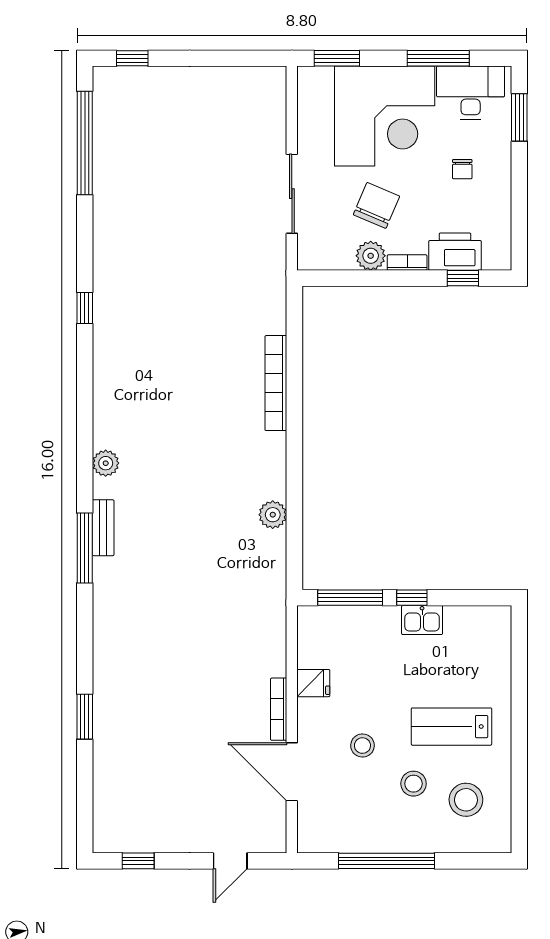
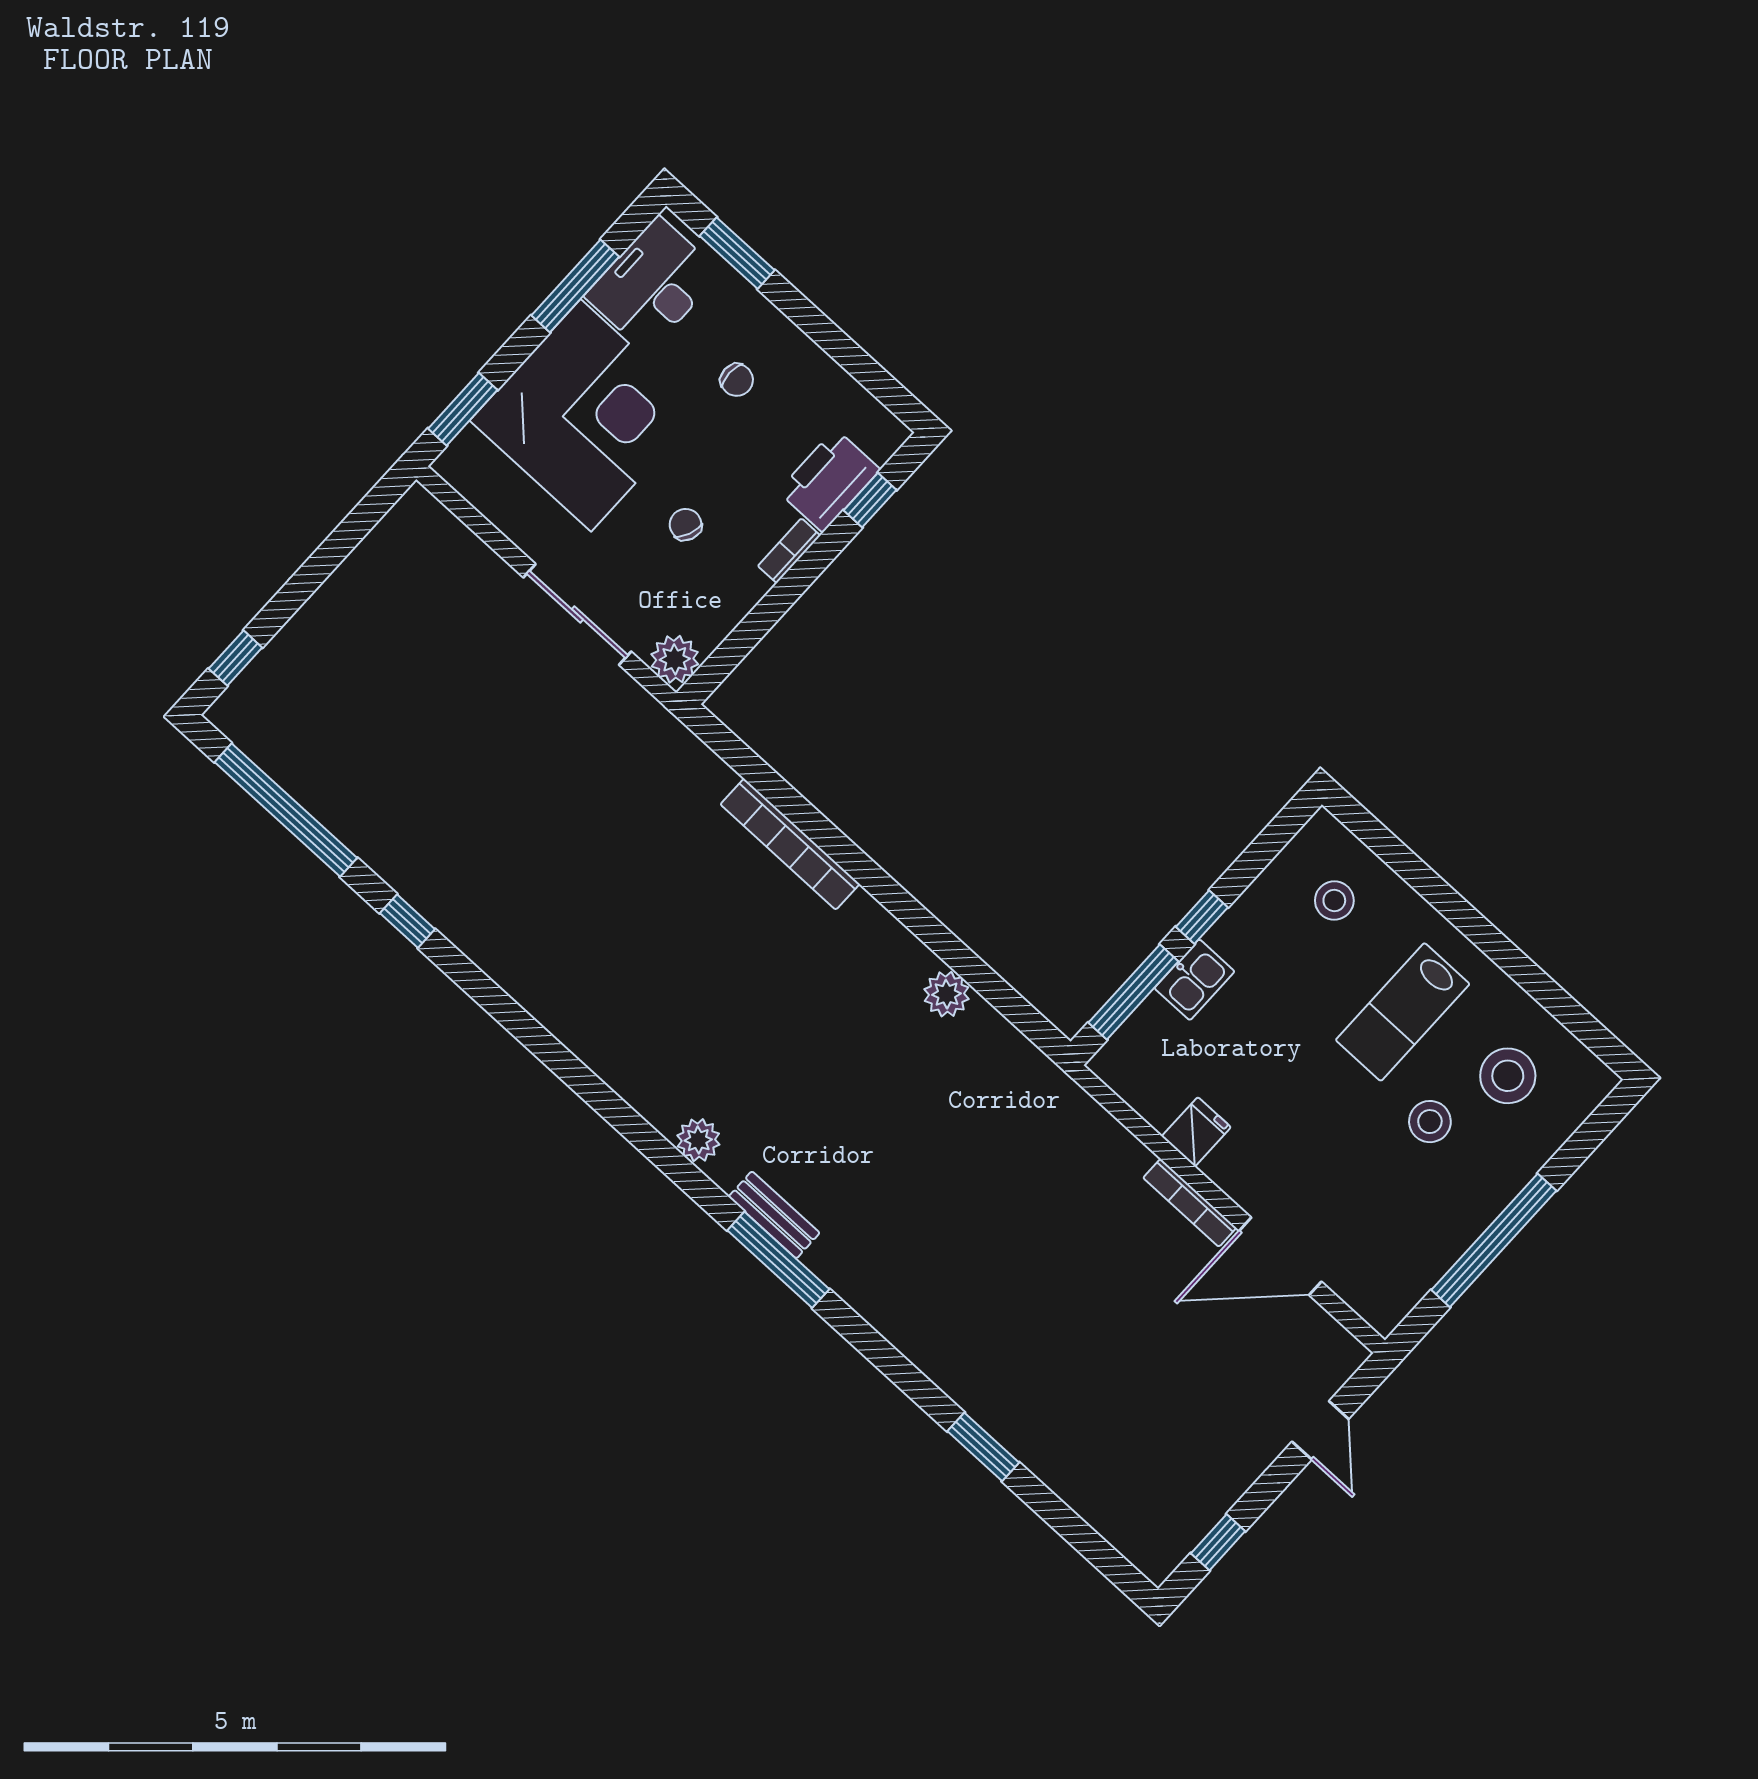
chair: (376, 205) -> (686, 525), width x0.54, depth x0.54
plant: (371, 256) -> (675, 659), moved
window: (85, 308) -> (407, 921), moved
kitchen sink: (422, 620) -> (1194, 980), moved
stool: (362, 746) -> (1334, 901), moved

